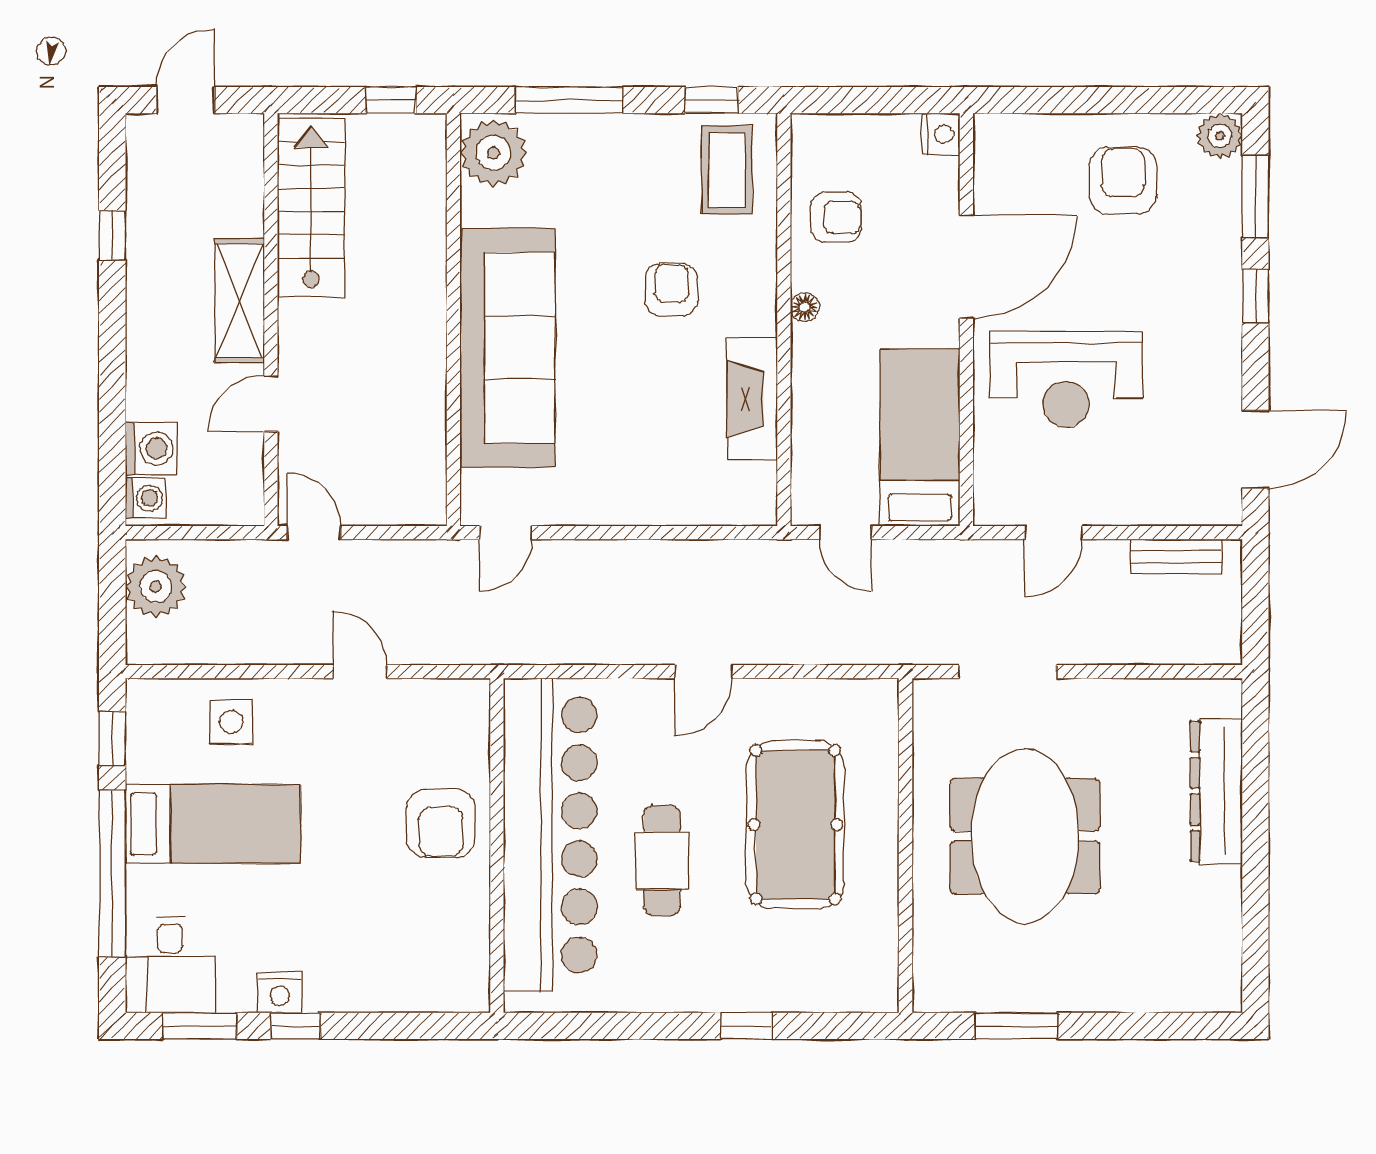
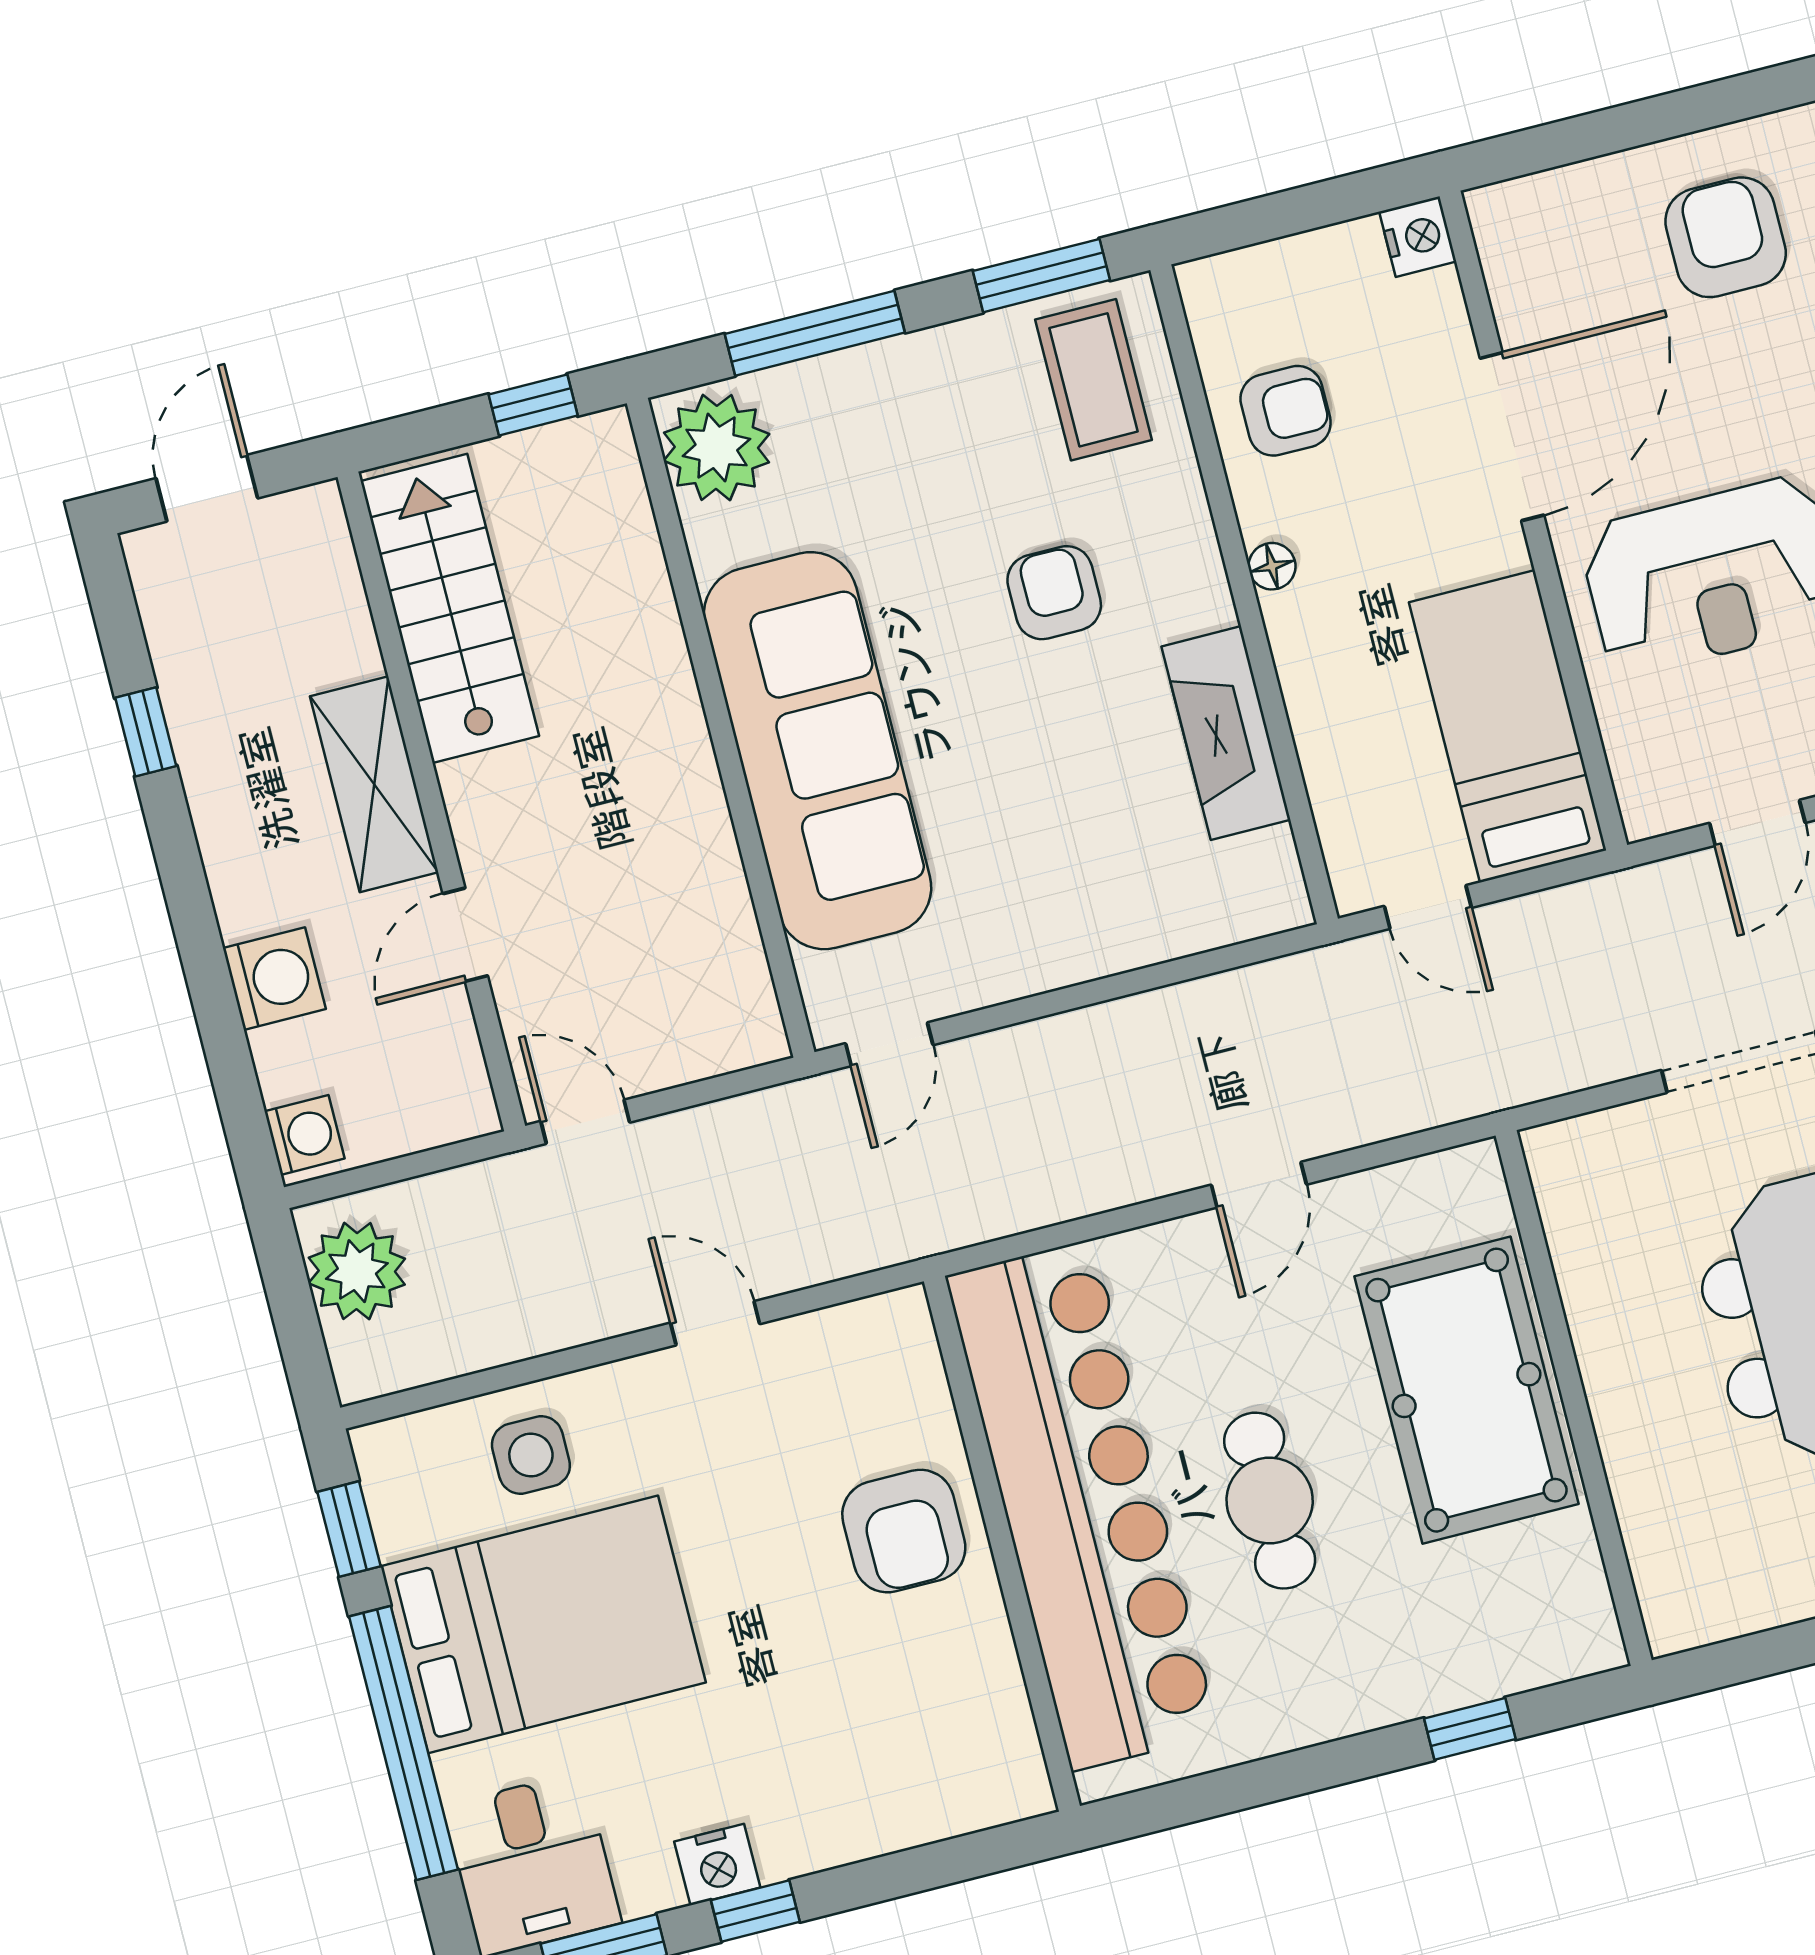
window: (712, 100) -> (1041, 276), width x1.50
washing machine: (151, 448) -> (274, 979), moved
bed: (213, 824) -> (543, 1624), width x1.50
wall: (905, 846) -> (1574, 1398), moved

